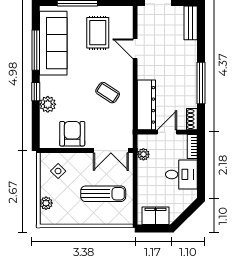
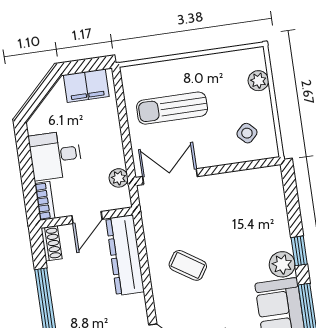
plant: (48, 104) -> (282, 264), moved
armchair: (72, 134) -> (233, 194), removed

